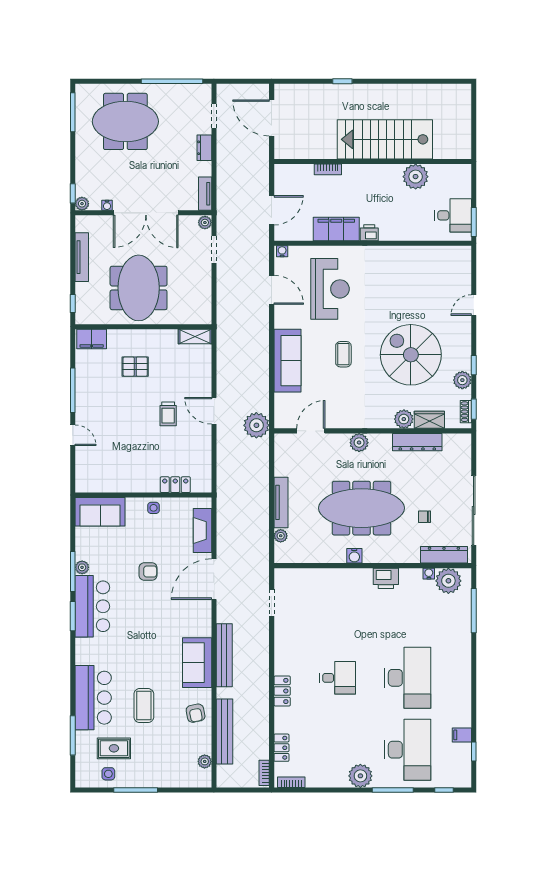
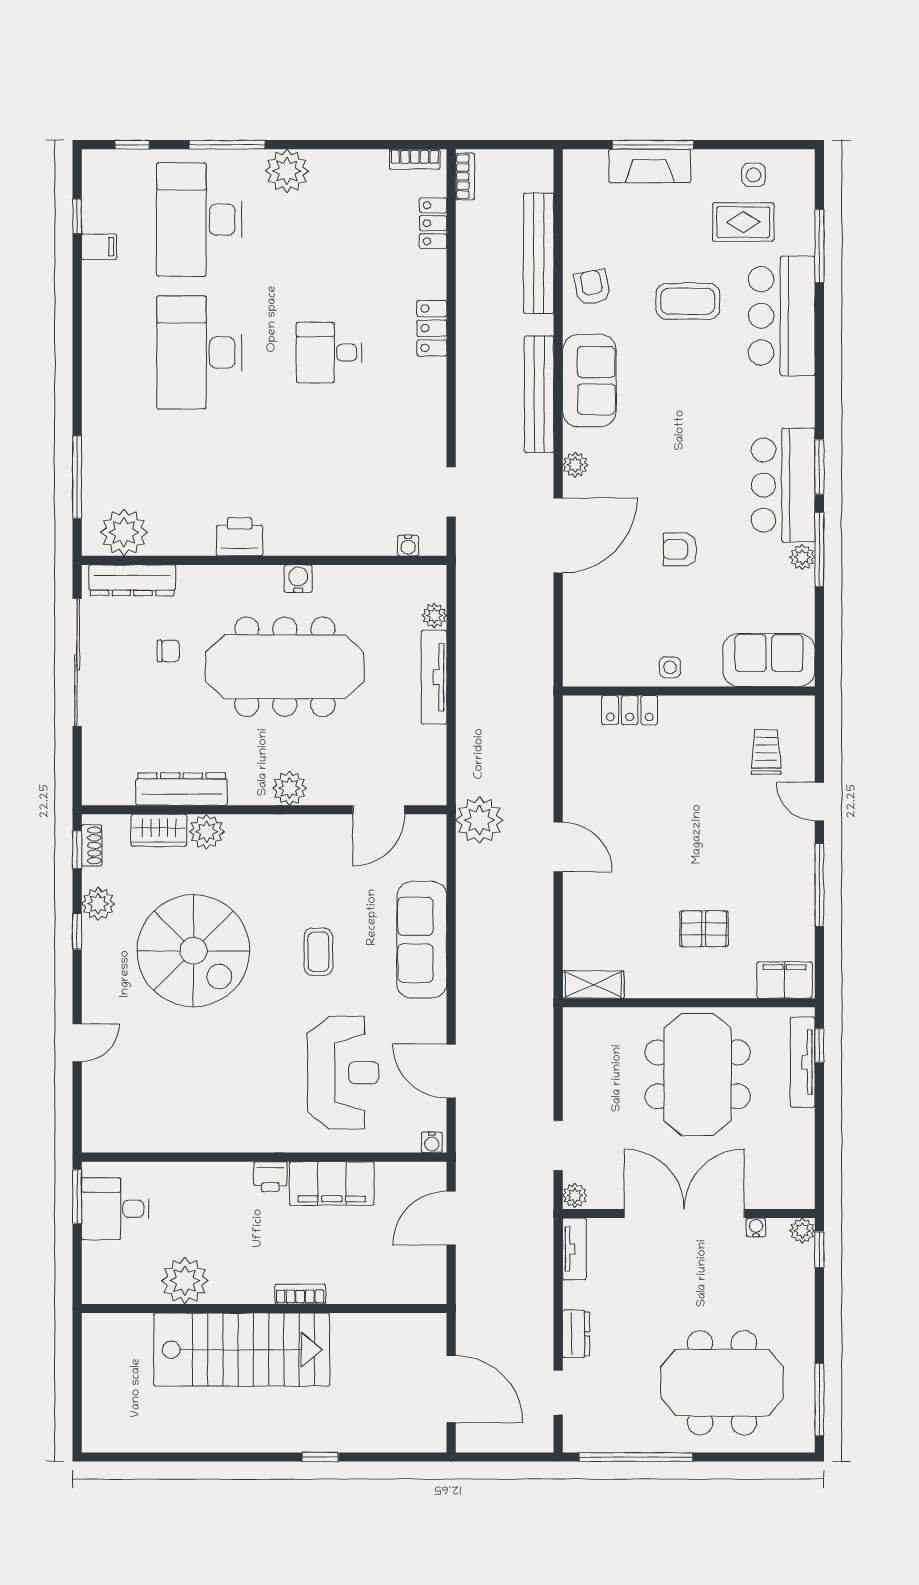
bookcase: (328, 169) -> (300, 1294), moved
tv unit: (82, 257) -> (803, 1062), moved
reception desk: (330, 289) -> (343, 1073), turned 180
trolley: (168, 414) -> (766, 752), moved
fireplace: (202, 530) -> (650, 166), moved, turned 90
water cooler: (429, 574) -> (408, 546), moved
coffee table: (144, 706) -> (688, 301), turned 90
plant: (205, 761) -> (575, 465), moved
window: (136, 790) -> (653, 145), moved

